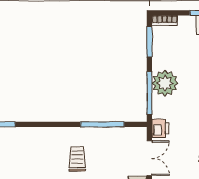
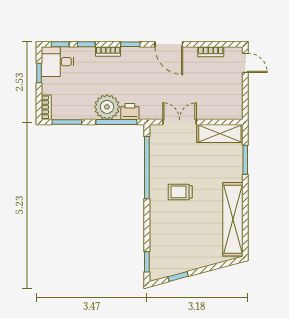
window: (102, 124) -> (147, 168), width x1.46
printer: (160, 128) -> (130, 111), moved

